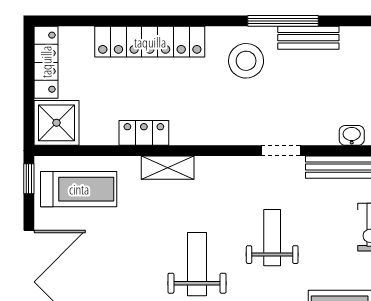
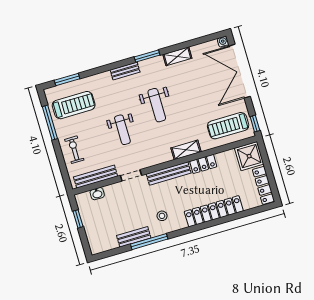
stool: (246, 61) -> (162, 216), width x0.53, depth x0.53
bench: (212, 134) -> (169, 173), added

